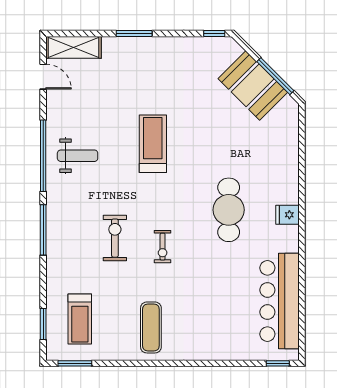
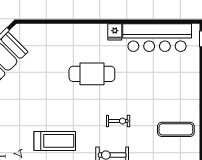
treadmill: (153, 144) -> (55, 141), moved, turned 180
fridge: (287, 215) -> (115, 32), moved

